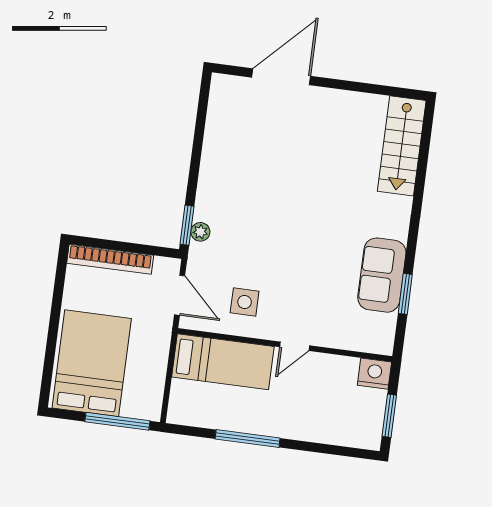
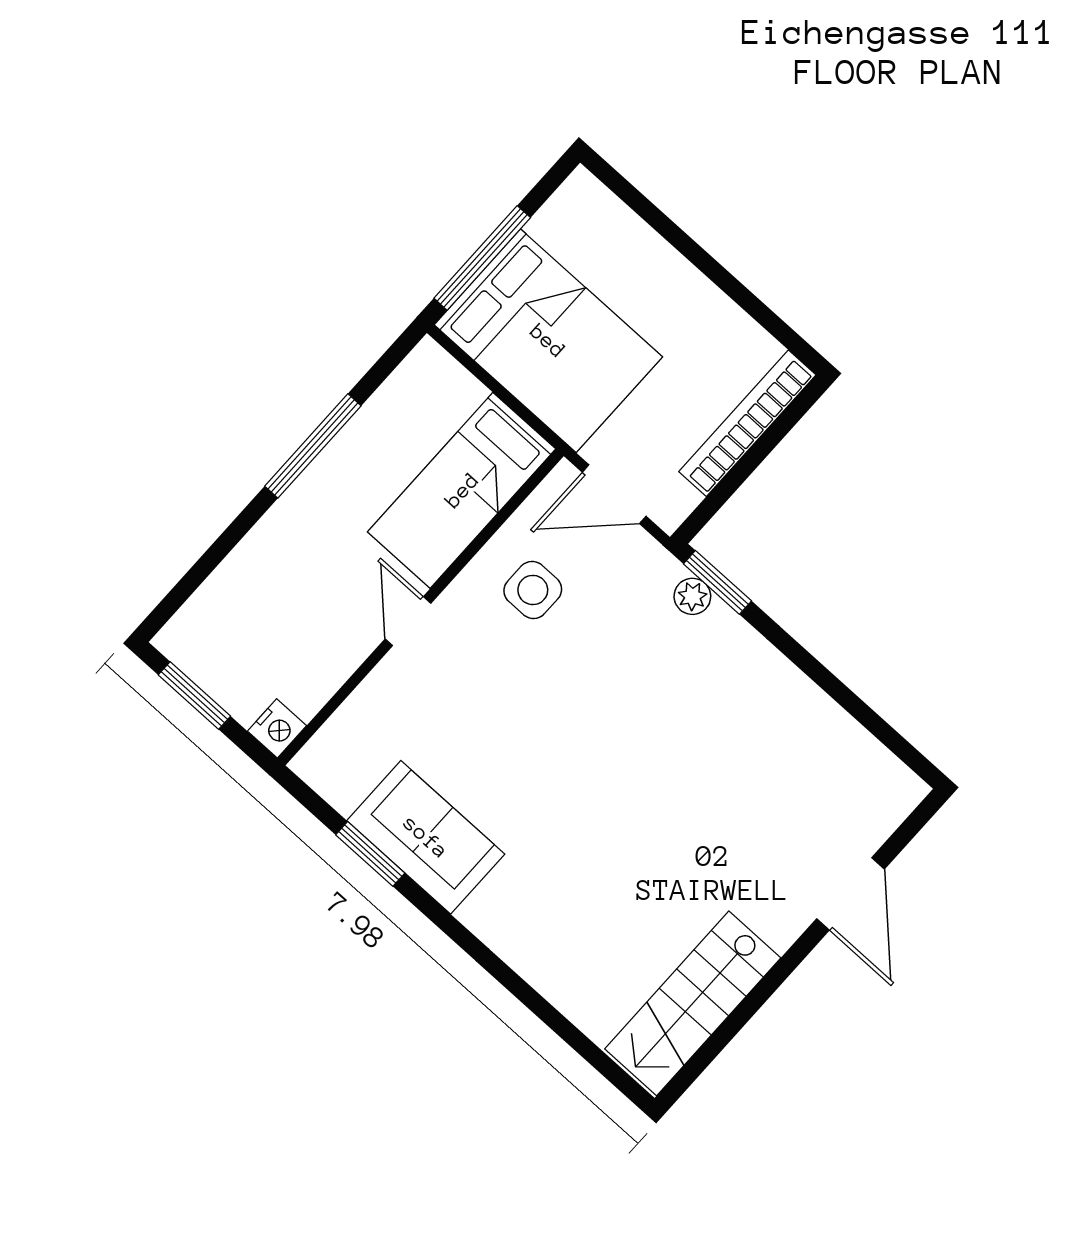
door: (281, 77) -> (851, 894), width x0.73
stairs: (402, 146) -> (693, 1003), moved, turned -90
bed: (92, 363) -> (548, 341), moved
nightstand: (374, 374) -> (277, 728), width x0.74, depth x0.75

